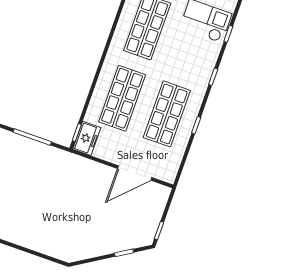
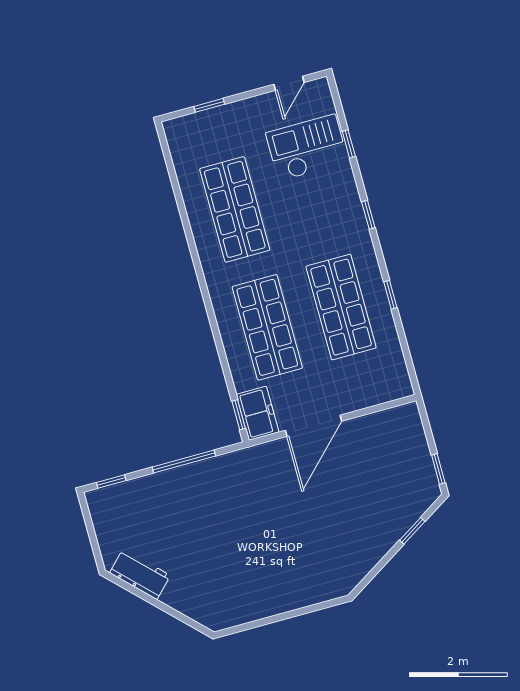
door: (135, 173) -> (313, 426), moved

